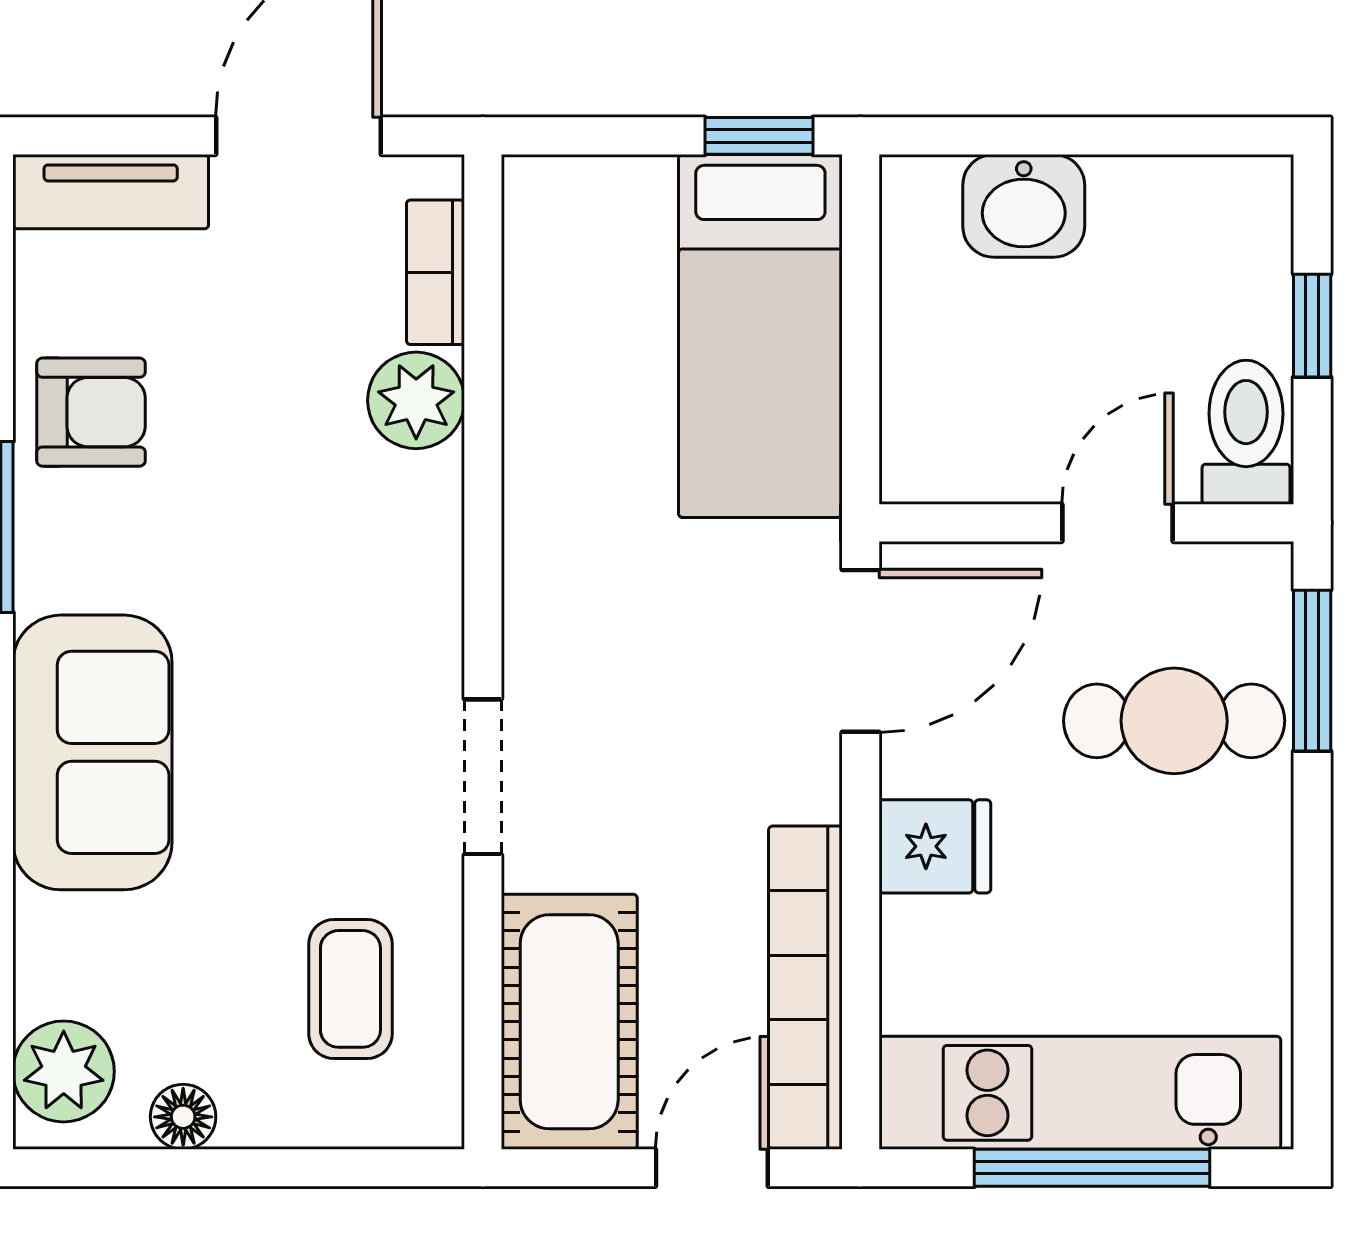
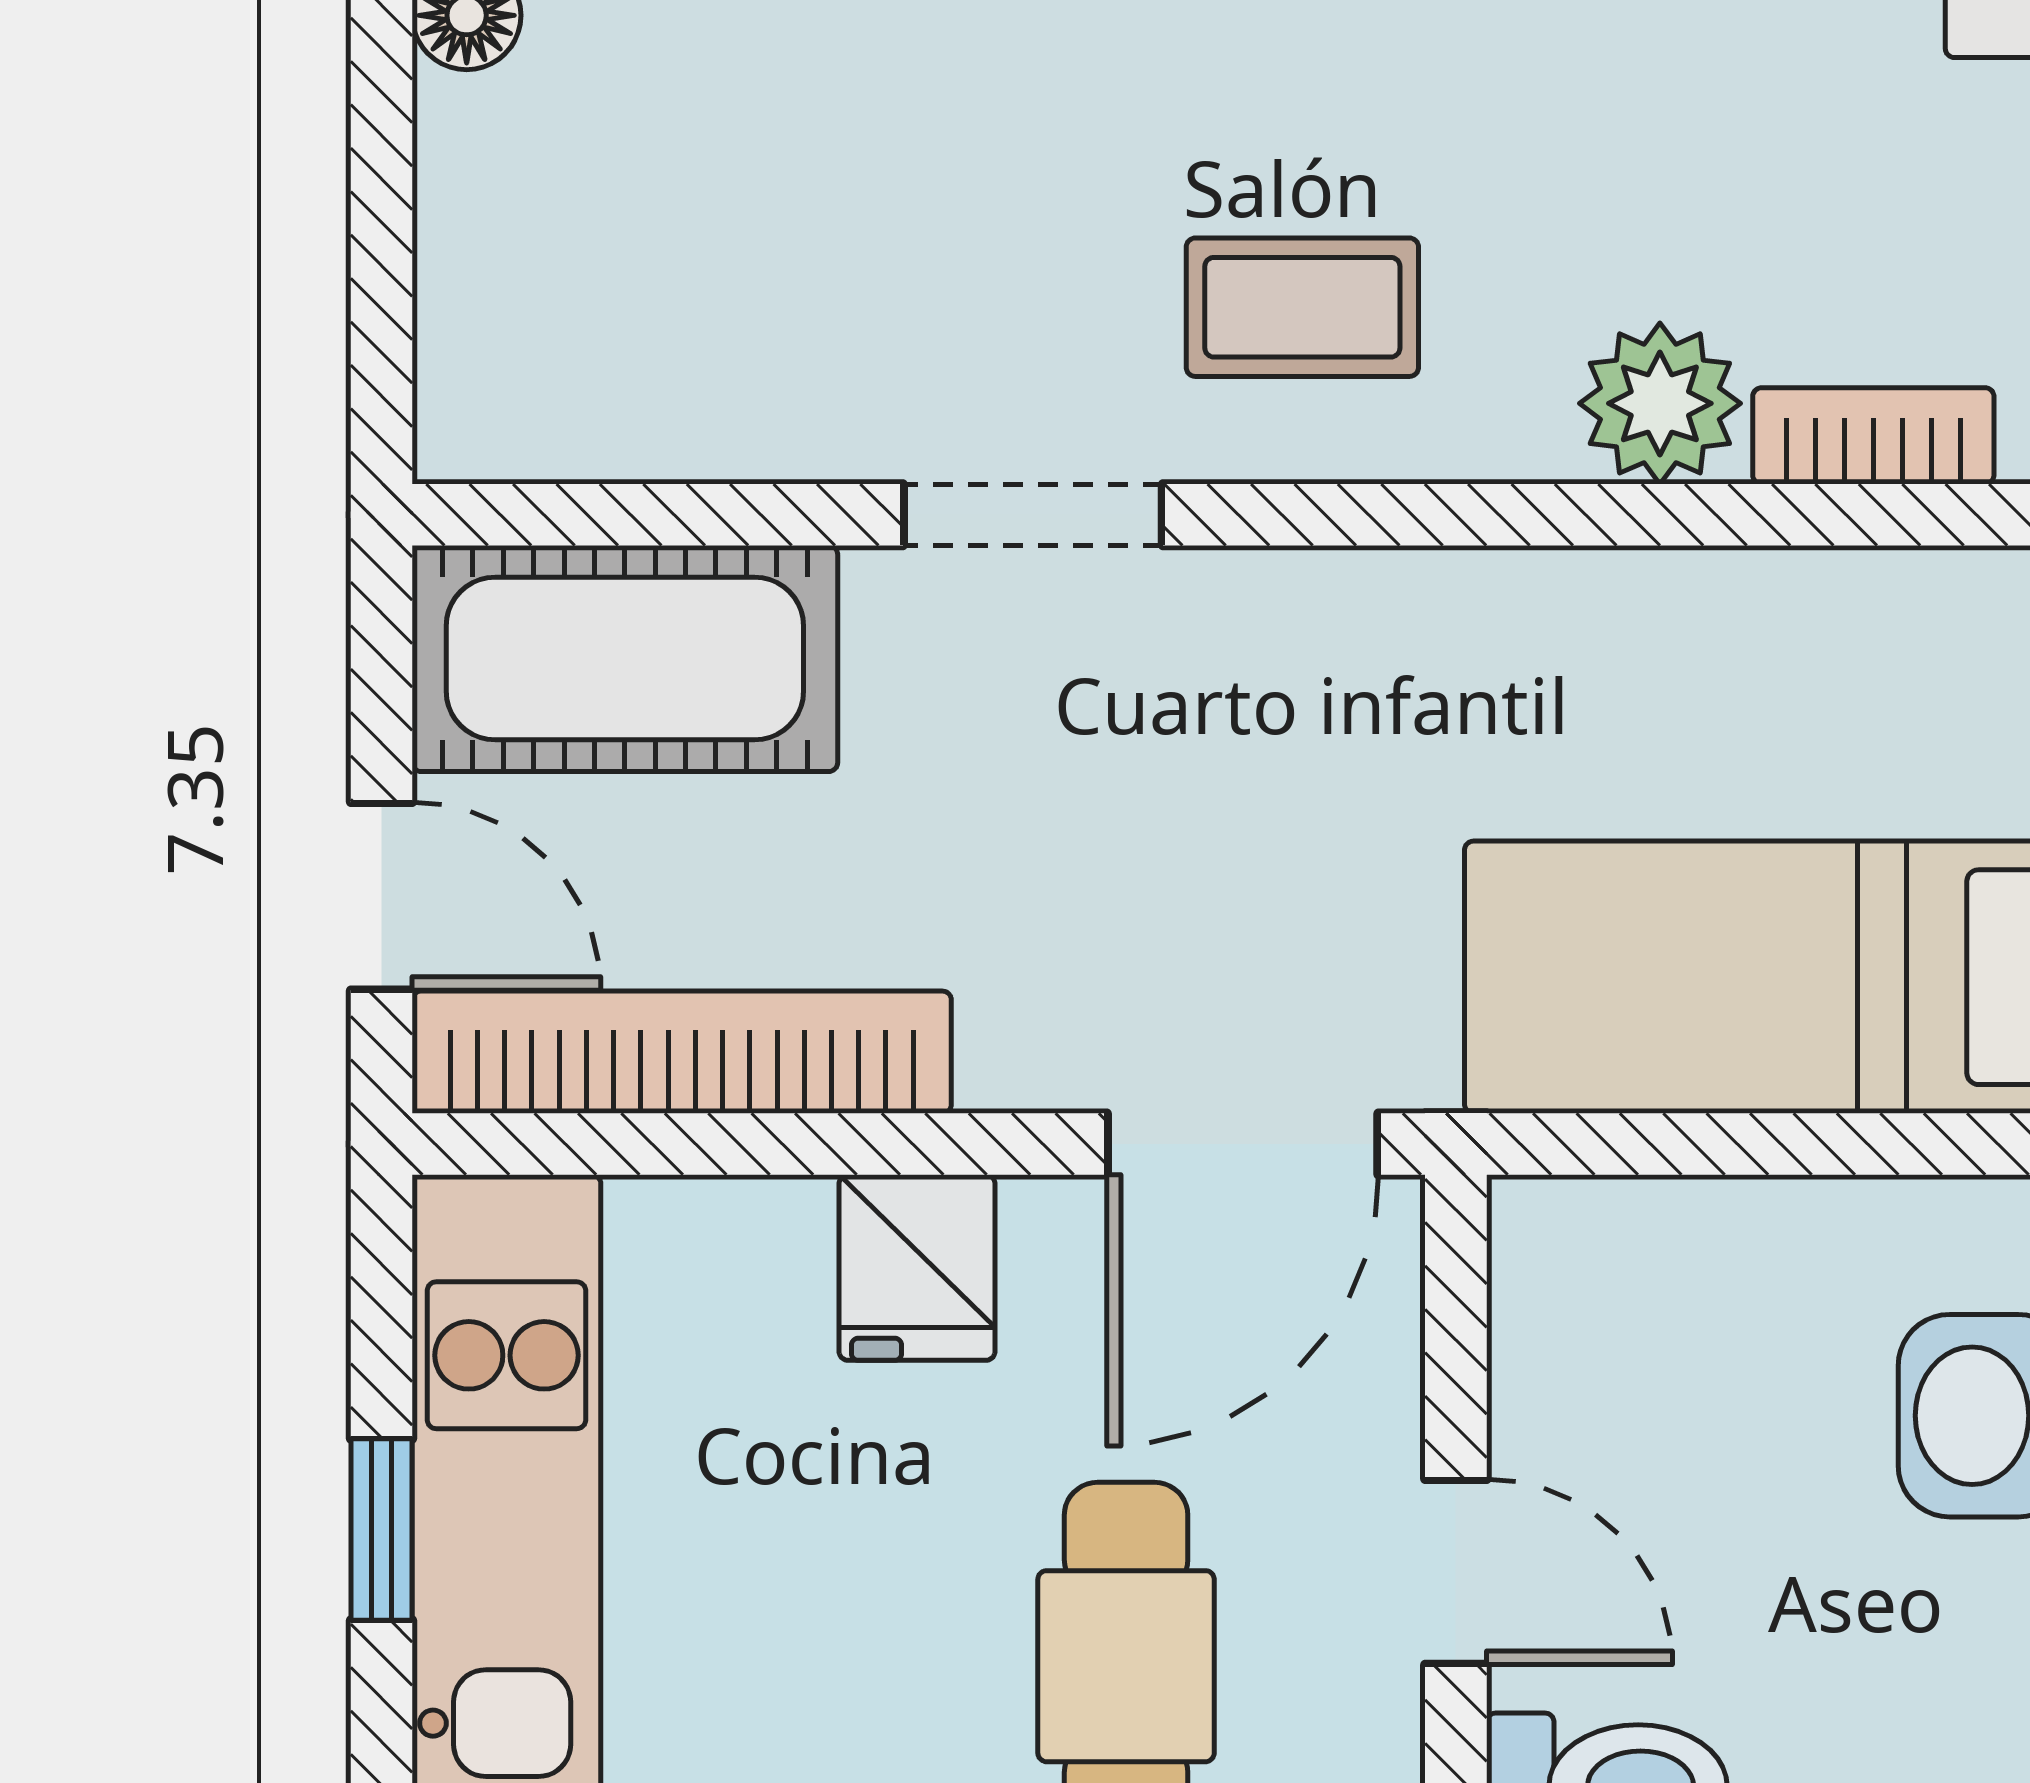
door: (861, 651) -> (1243, 1144), hinge flipped
coffee table: (350, 989) -> (1302, 307), moved
window: (1092, 1168) -> (382, 1530), width x0.46

